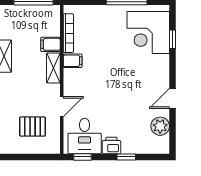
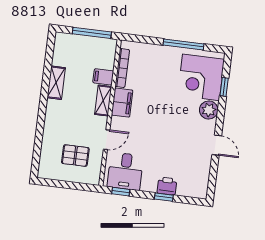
filing cabinet: (73, 61) -> (122, 103), width x2.00
door: (173, 98) -> (217, 145), swing flipped
plant: (160, 126) -> (209, 110), moved
printer: (111, 145) -> (167, 186), moved

